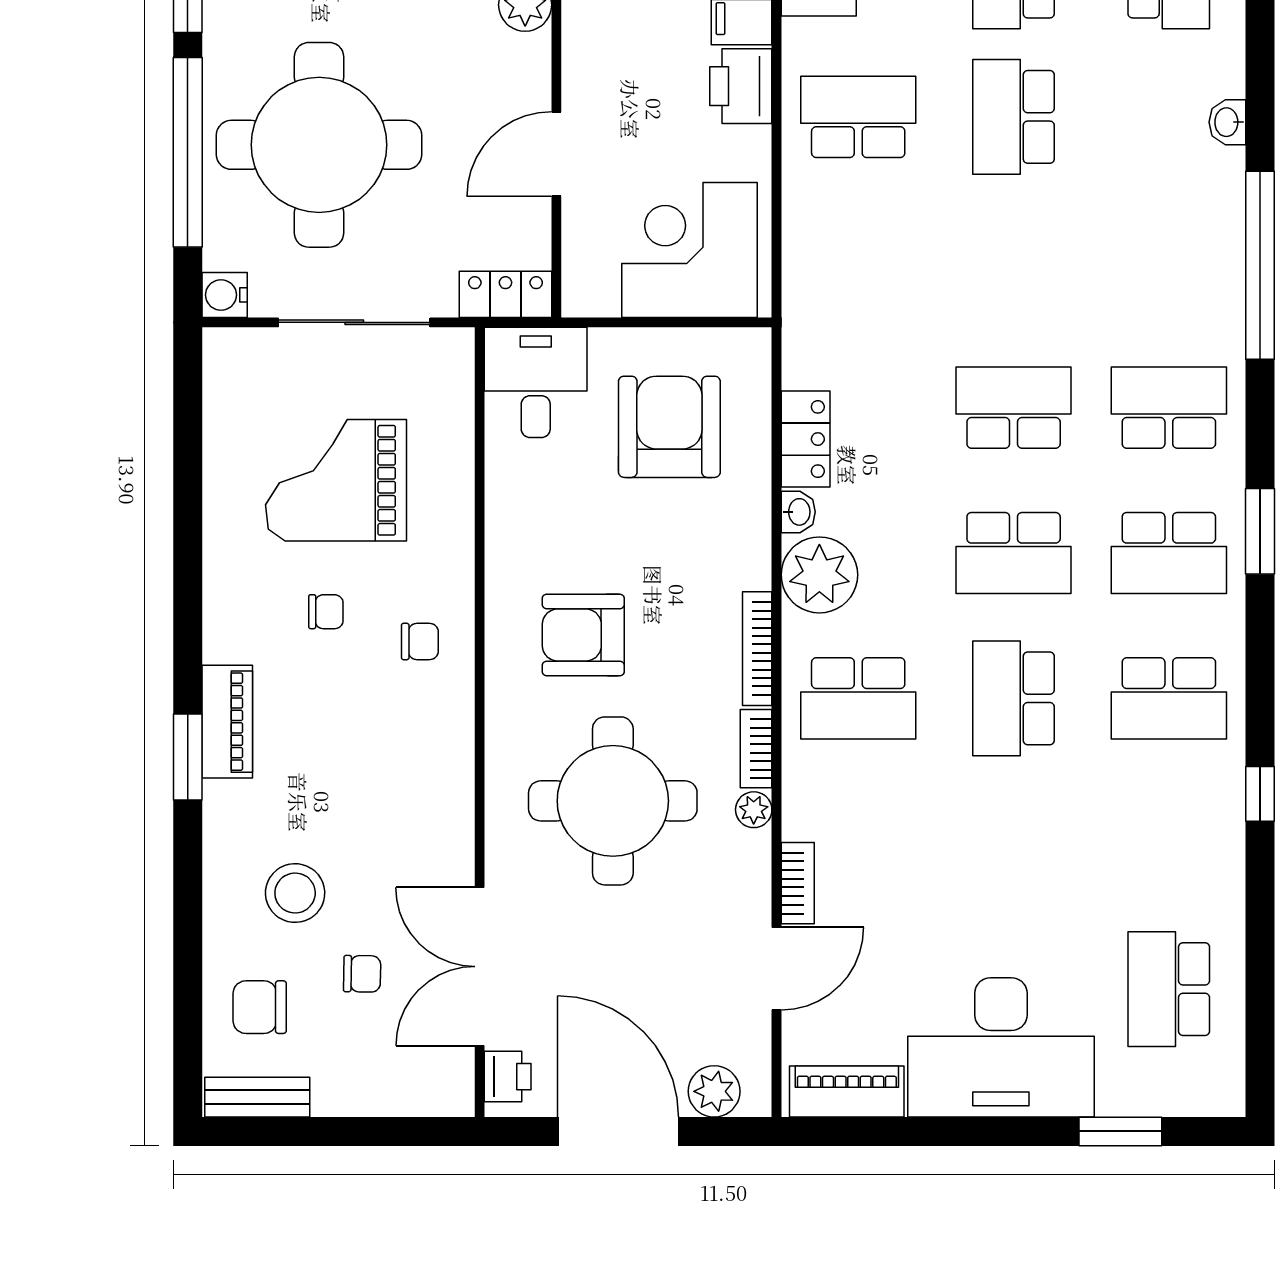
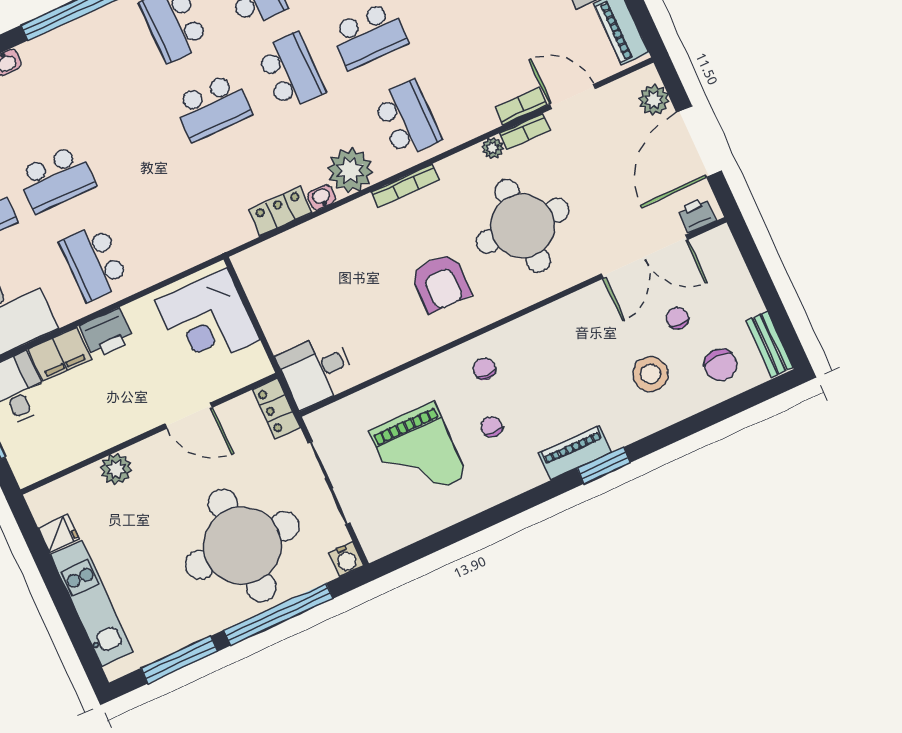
school desk: (1014, 408) -> (212, 107), turned -90
armchair: (669, 427) -> (307, 288), removed
bookcase: (756, 749) -> (525, 132), moved

